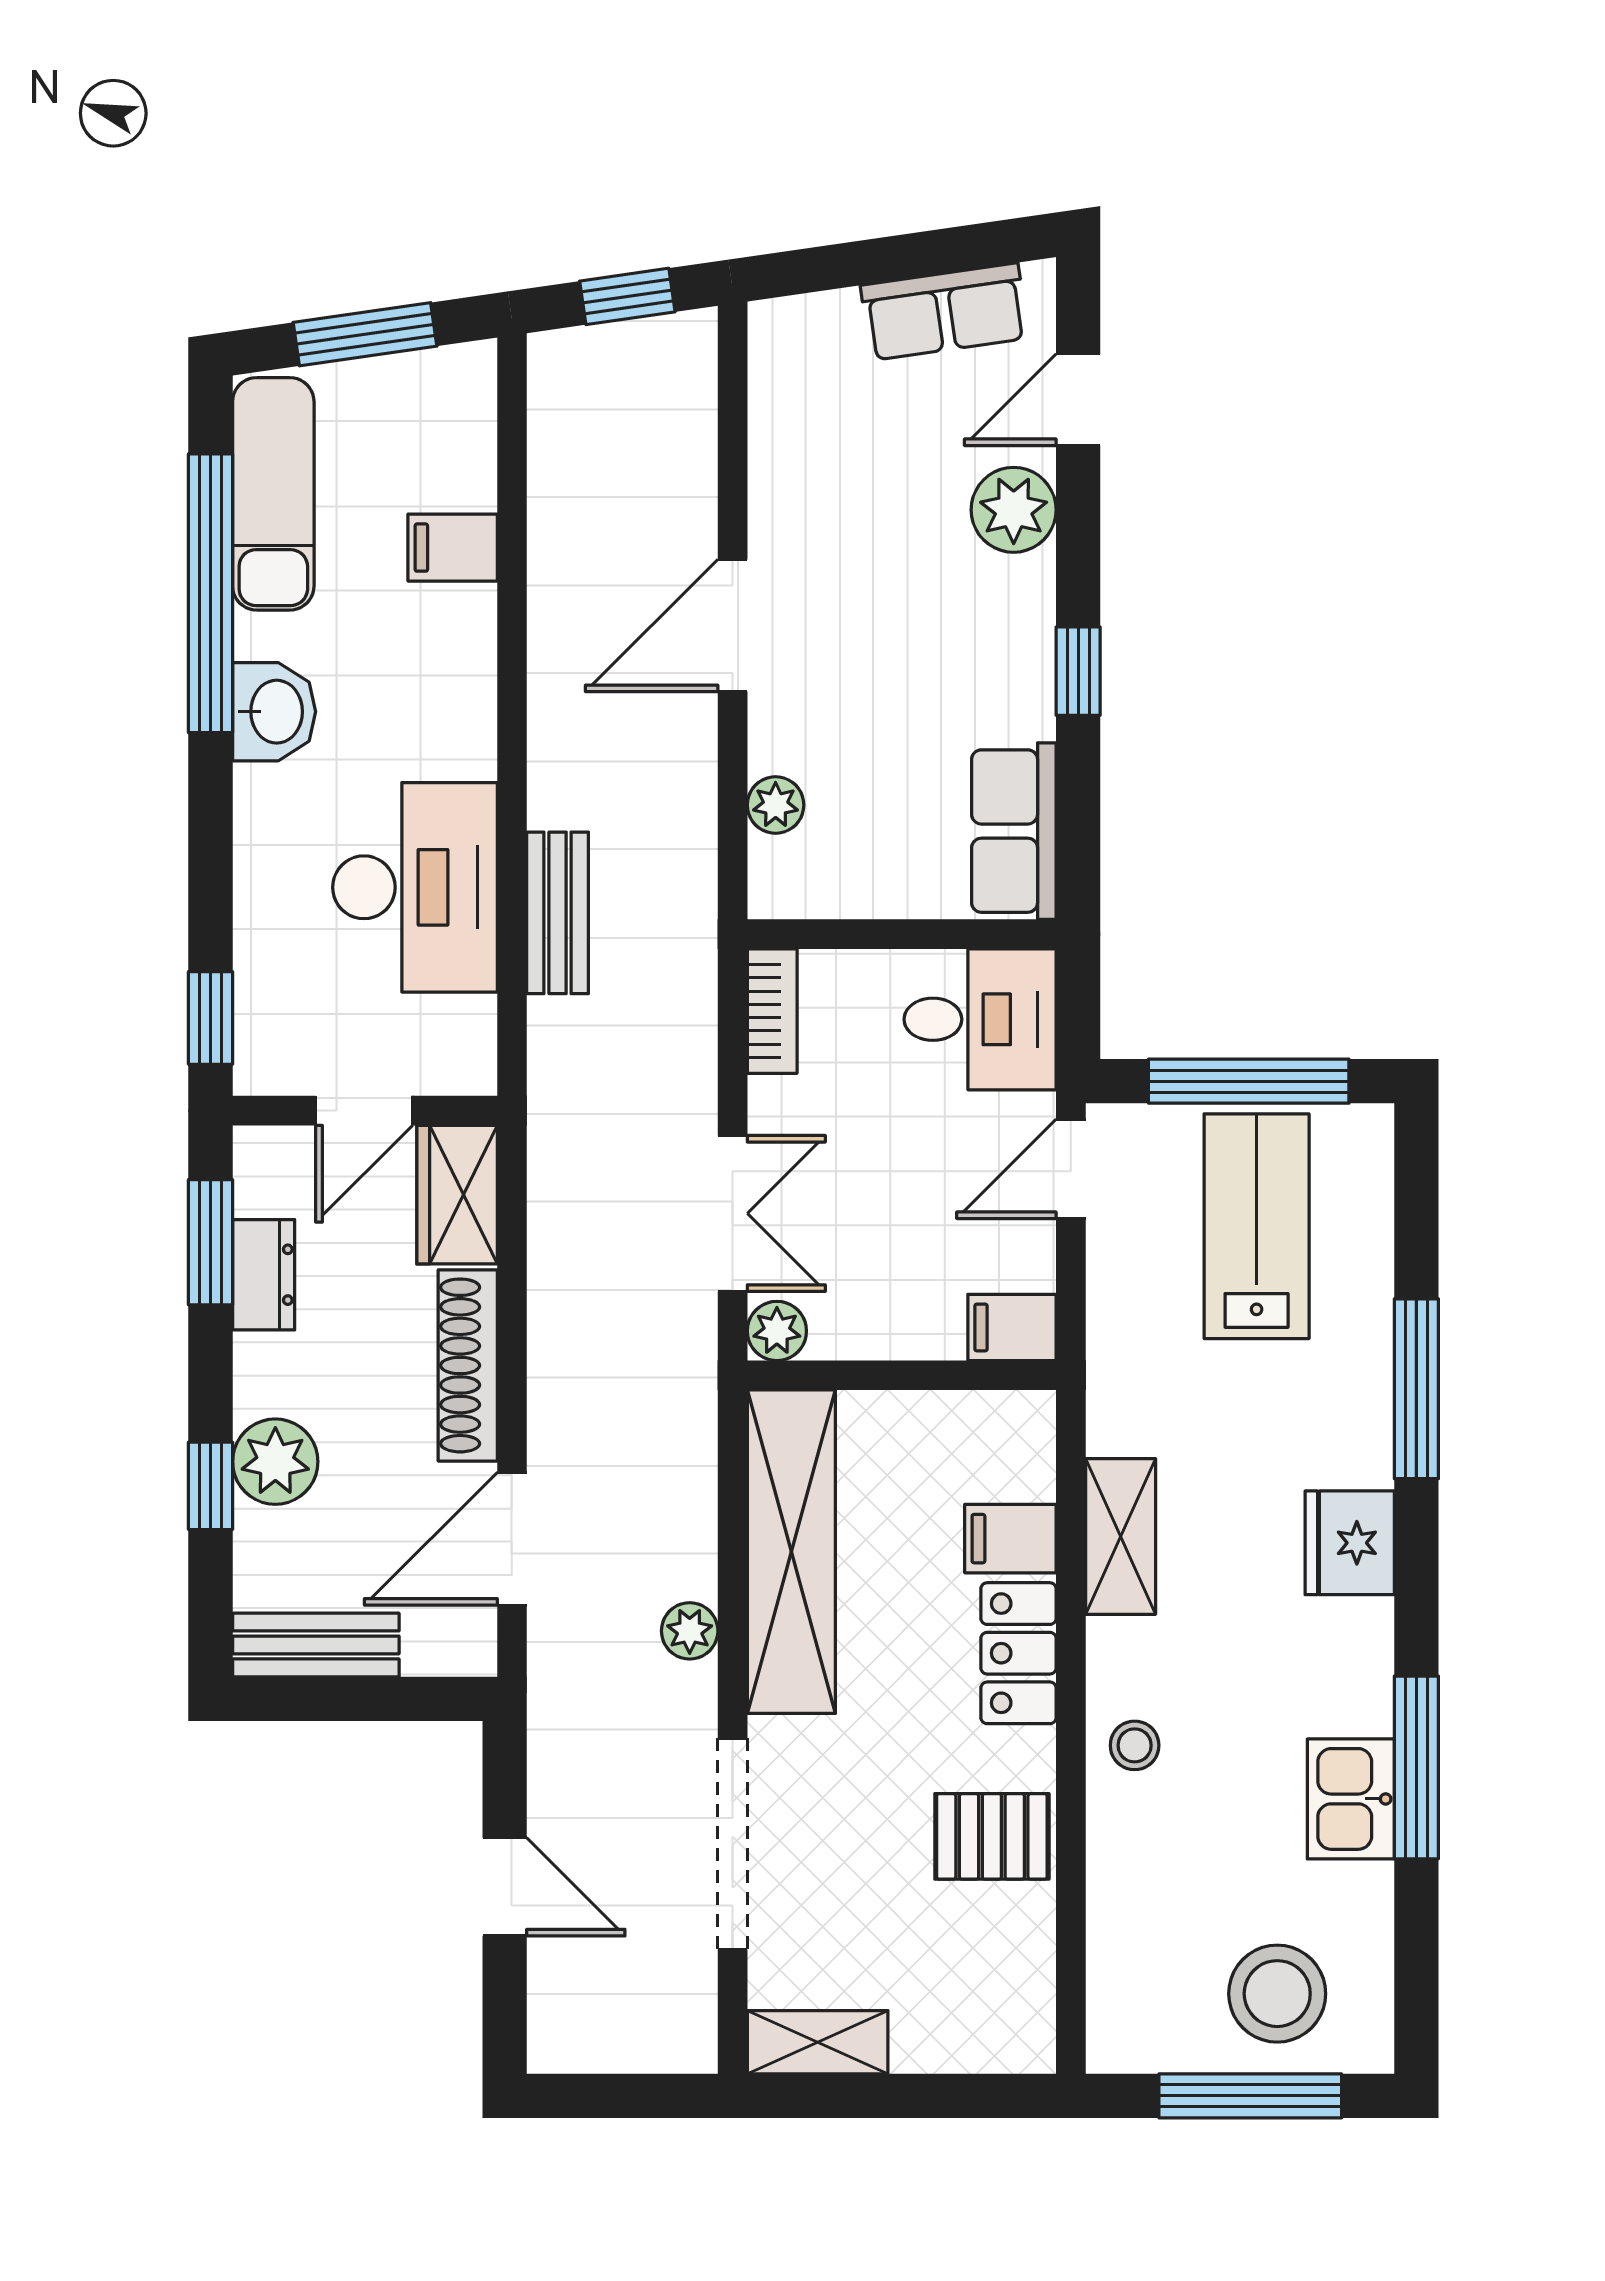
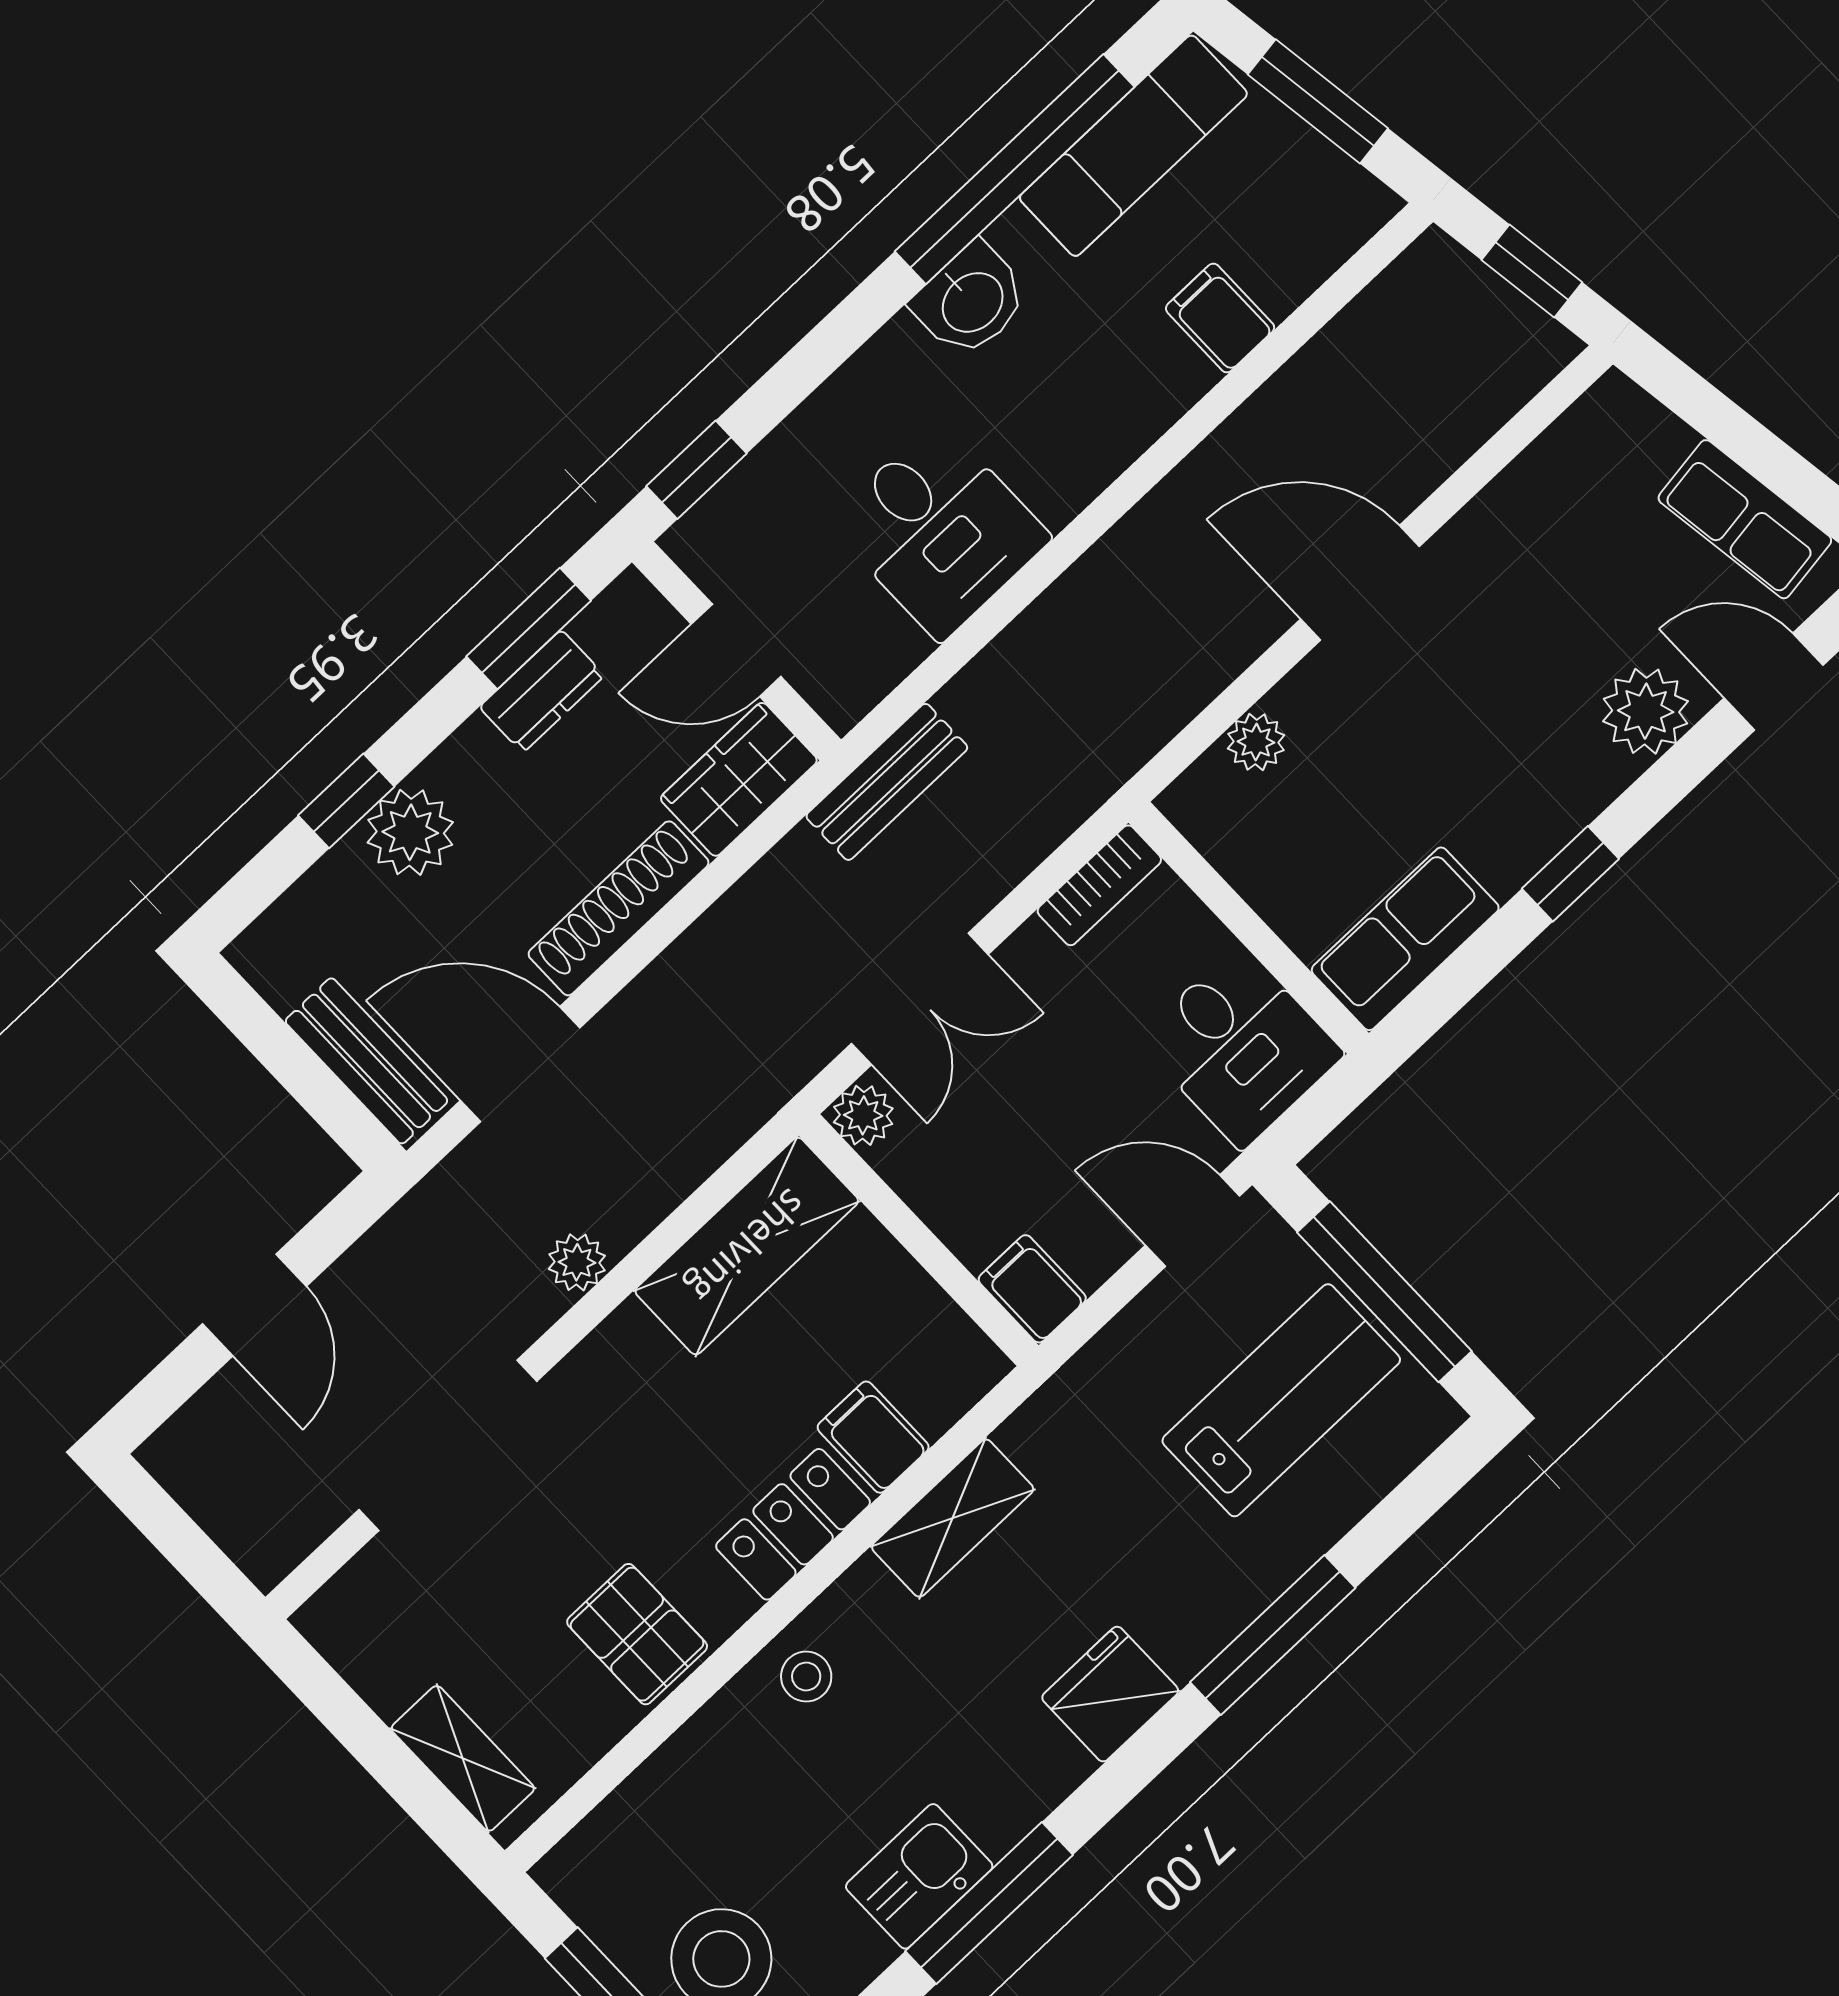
desk: (415, 887) -> (939, 530), width x0.73
bench: (558, 913) -> (887, 782), moved
shelving: (791, 1552) -> (747, 1246), width x0.68
bench: (316, 1645) -> (366, 1061), moved
shelving: (818, 2042) -> (463, 1758), moved

